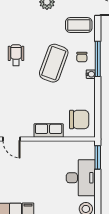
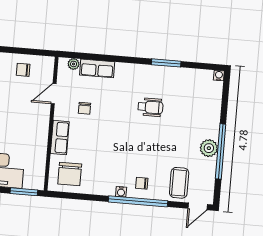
window: (98, 59) -> (138, 201), width x1.46
coffee table: (54, 63) -> (137, 150), removed
chair: (22, 112) -> (84, 108), added

